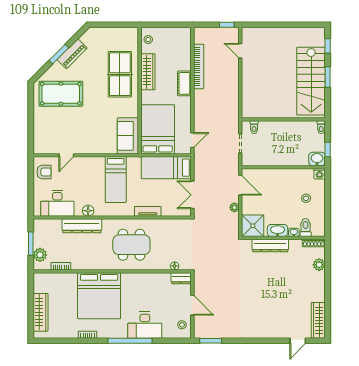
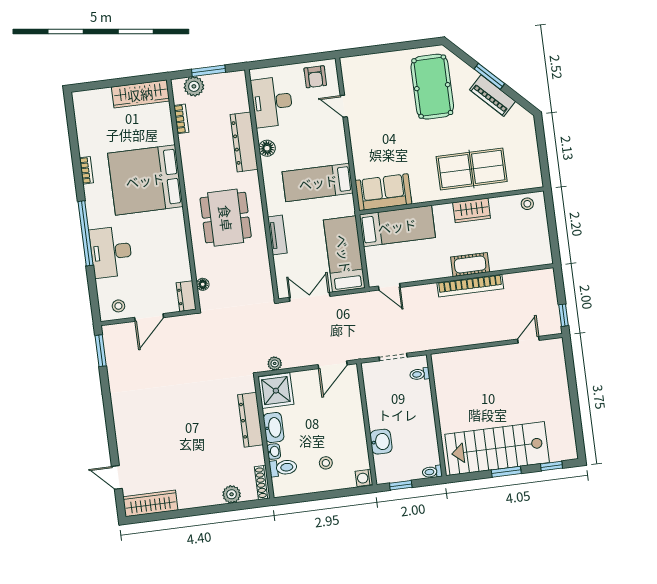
bookcase: (199, 67) -> (470, 286), moved
wardrobe: (148, 72) -> (472, 210), width x0.67
bed: (158, 129) -> (397, 226), width x0.67
washbasin: (317, 159) -> (381, 442), moved
plant: (234, 207) -> (275, 363), moved
wardrobe: (41, 312) -> (140, 94), moved

